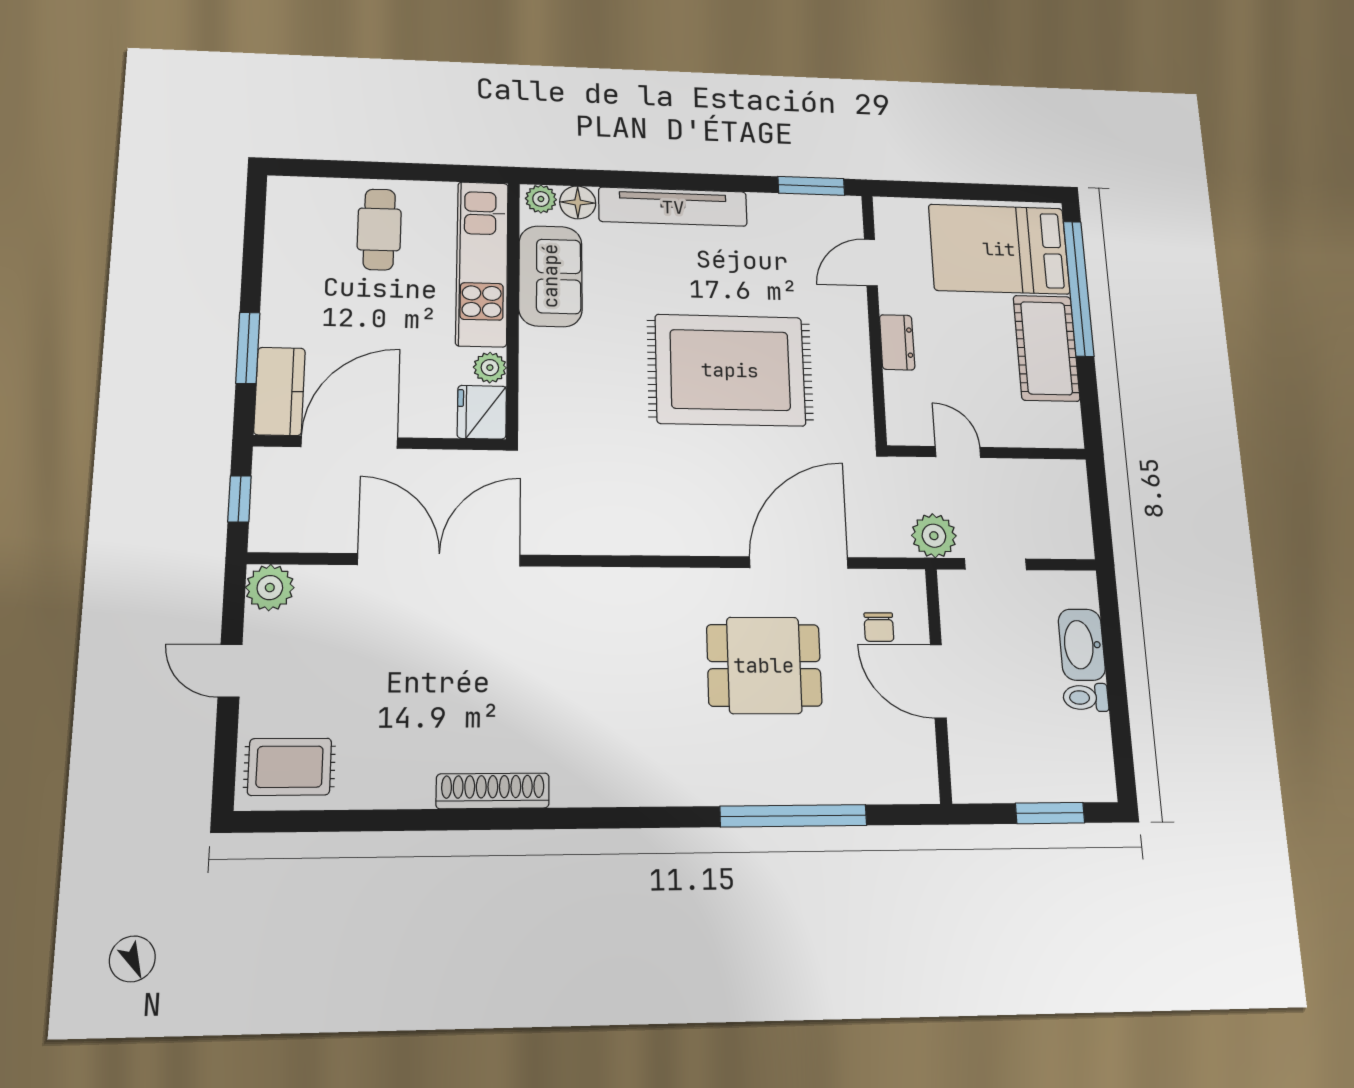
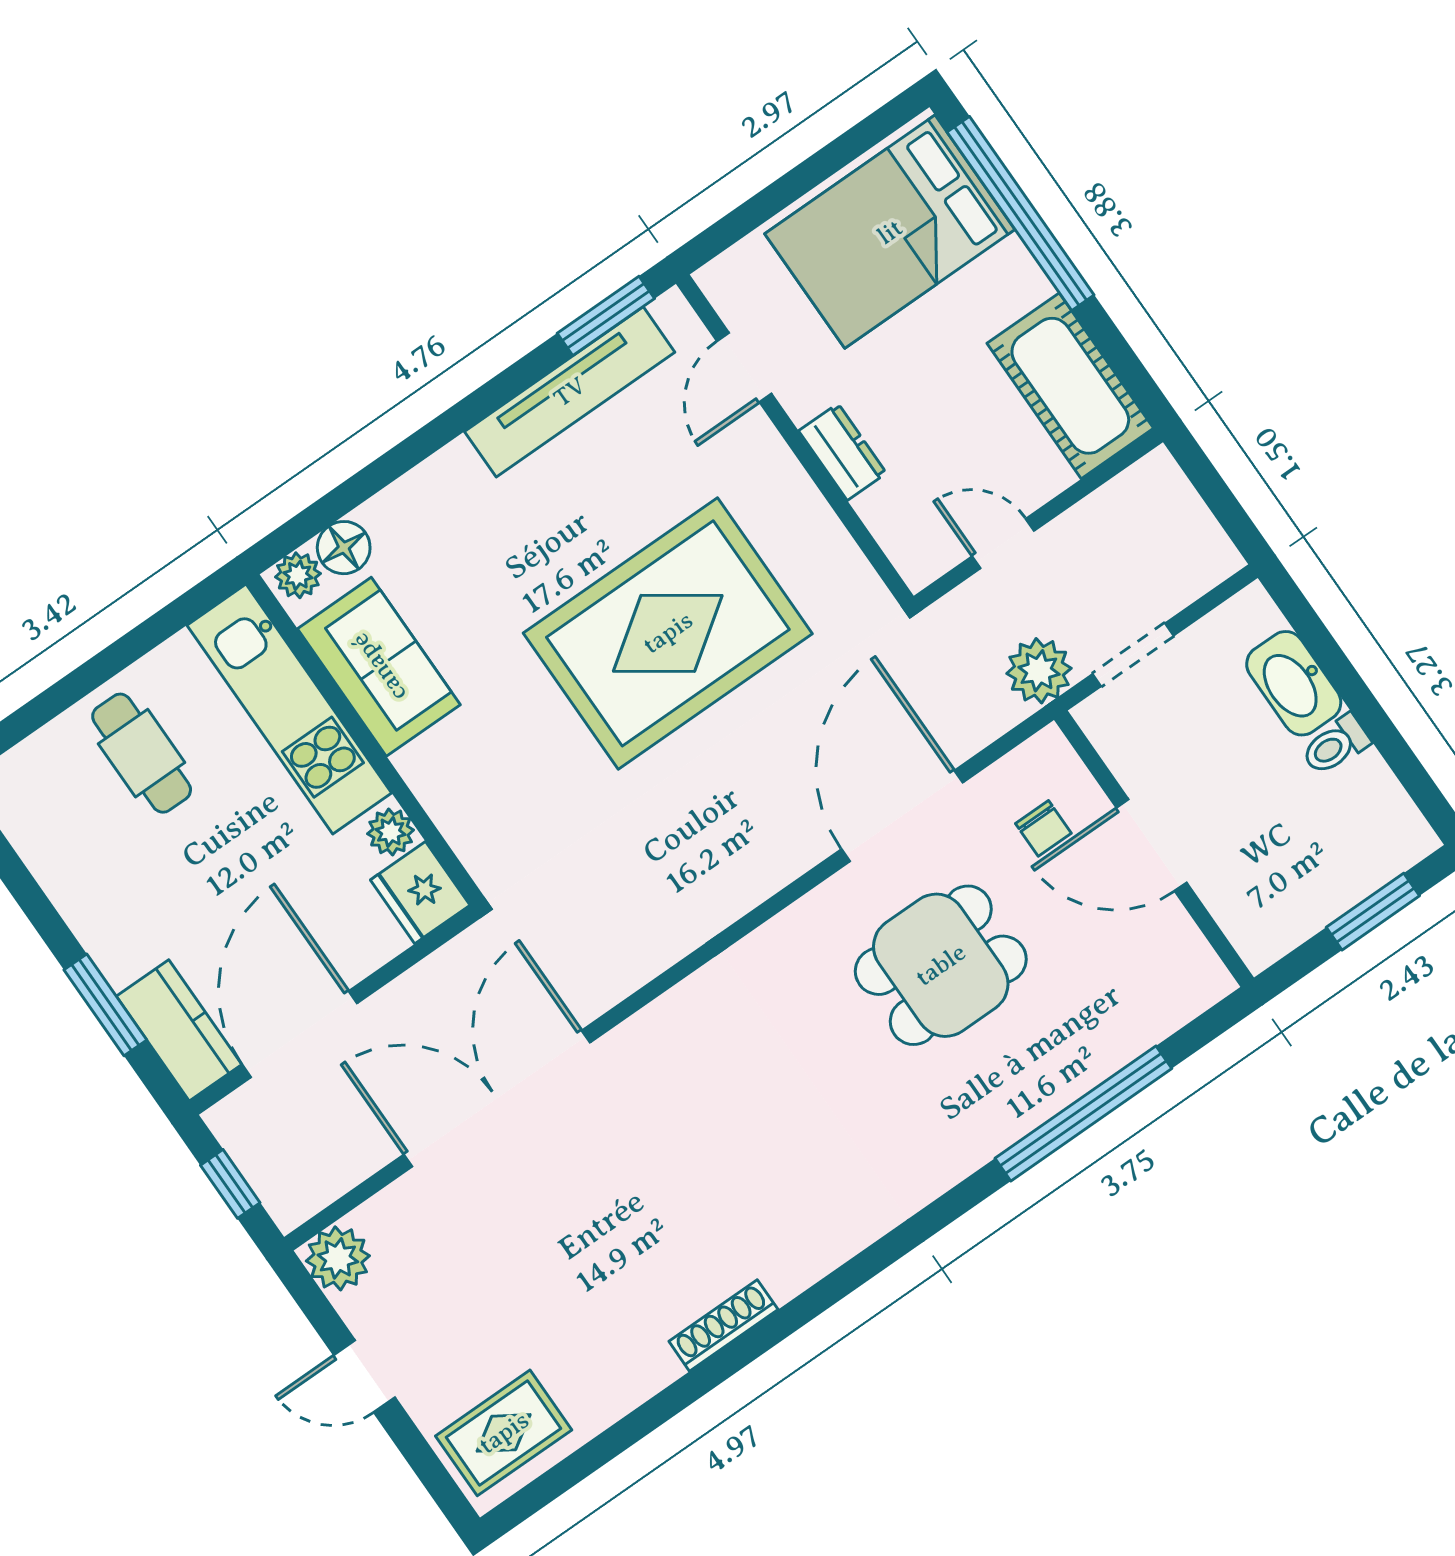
tv unit: (673, 207) -> (570, 392), moved
cot: (1046, 348) -> (1070, 386), moved
shoe rack: (493, 791) -> (723, 1325), width x0.74, depth x0.81

